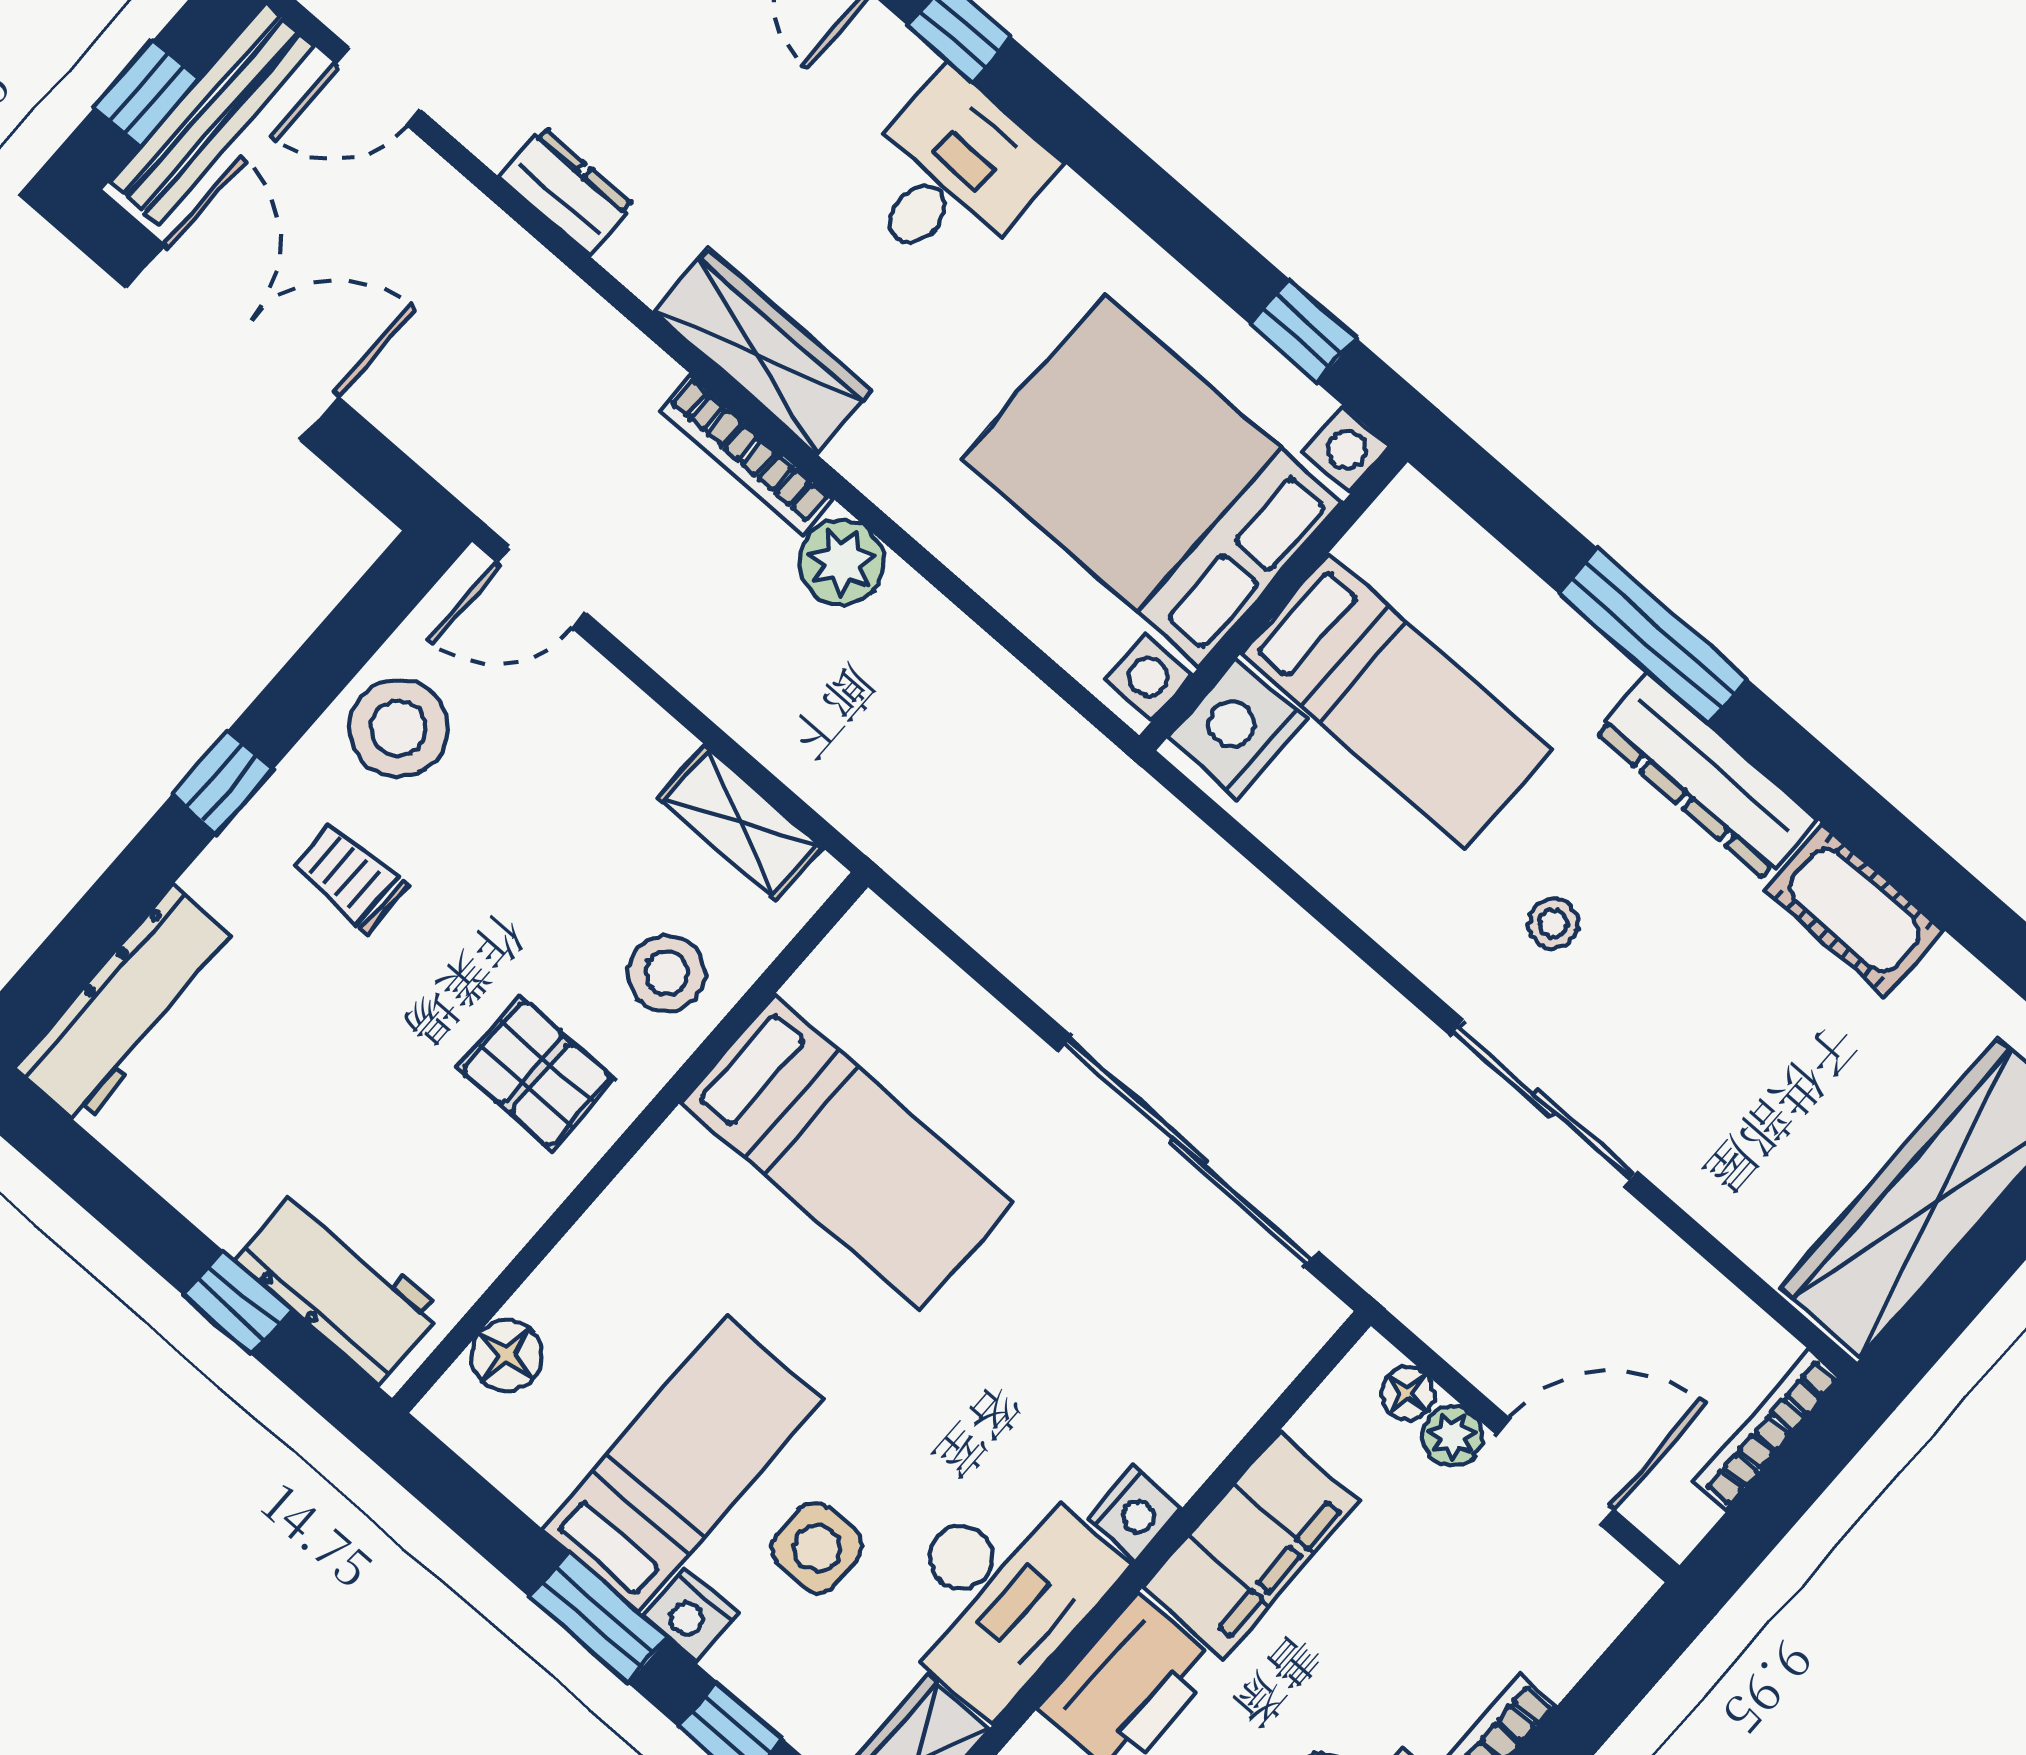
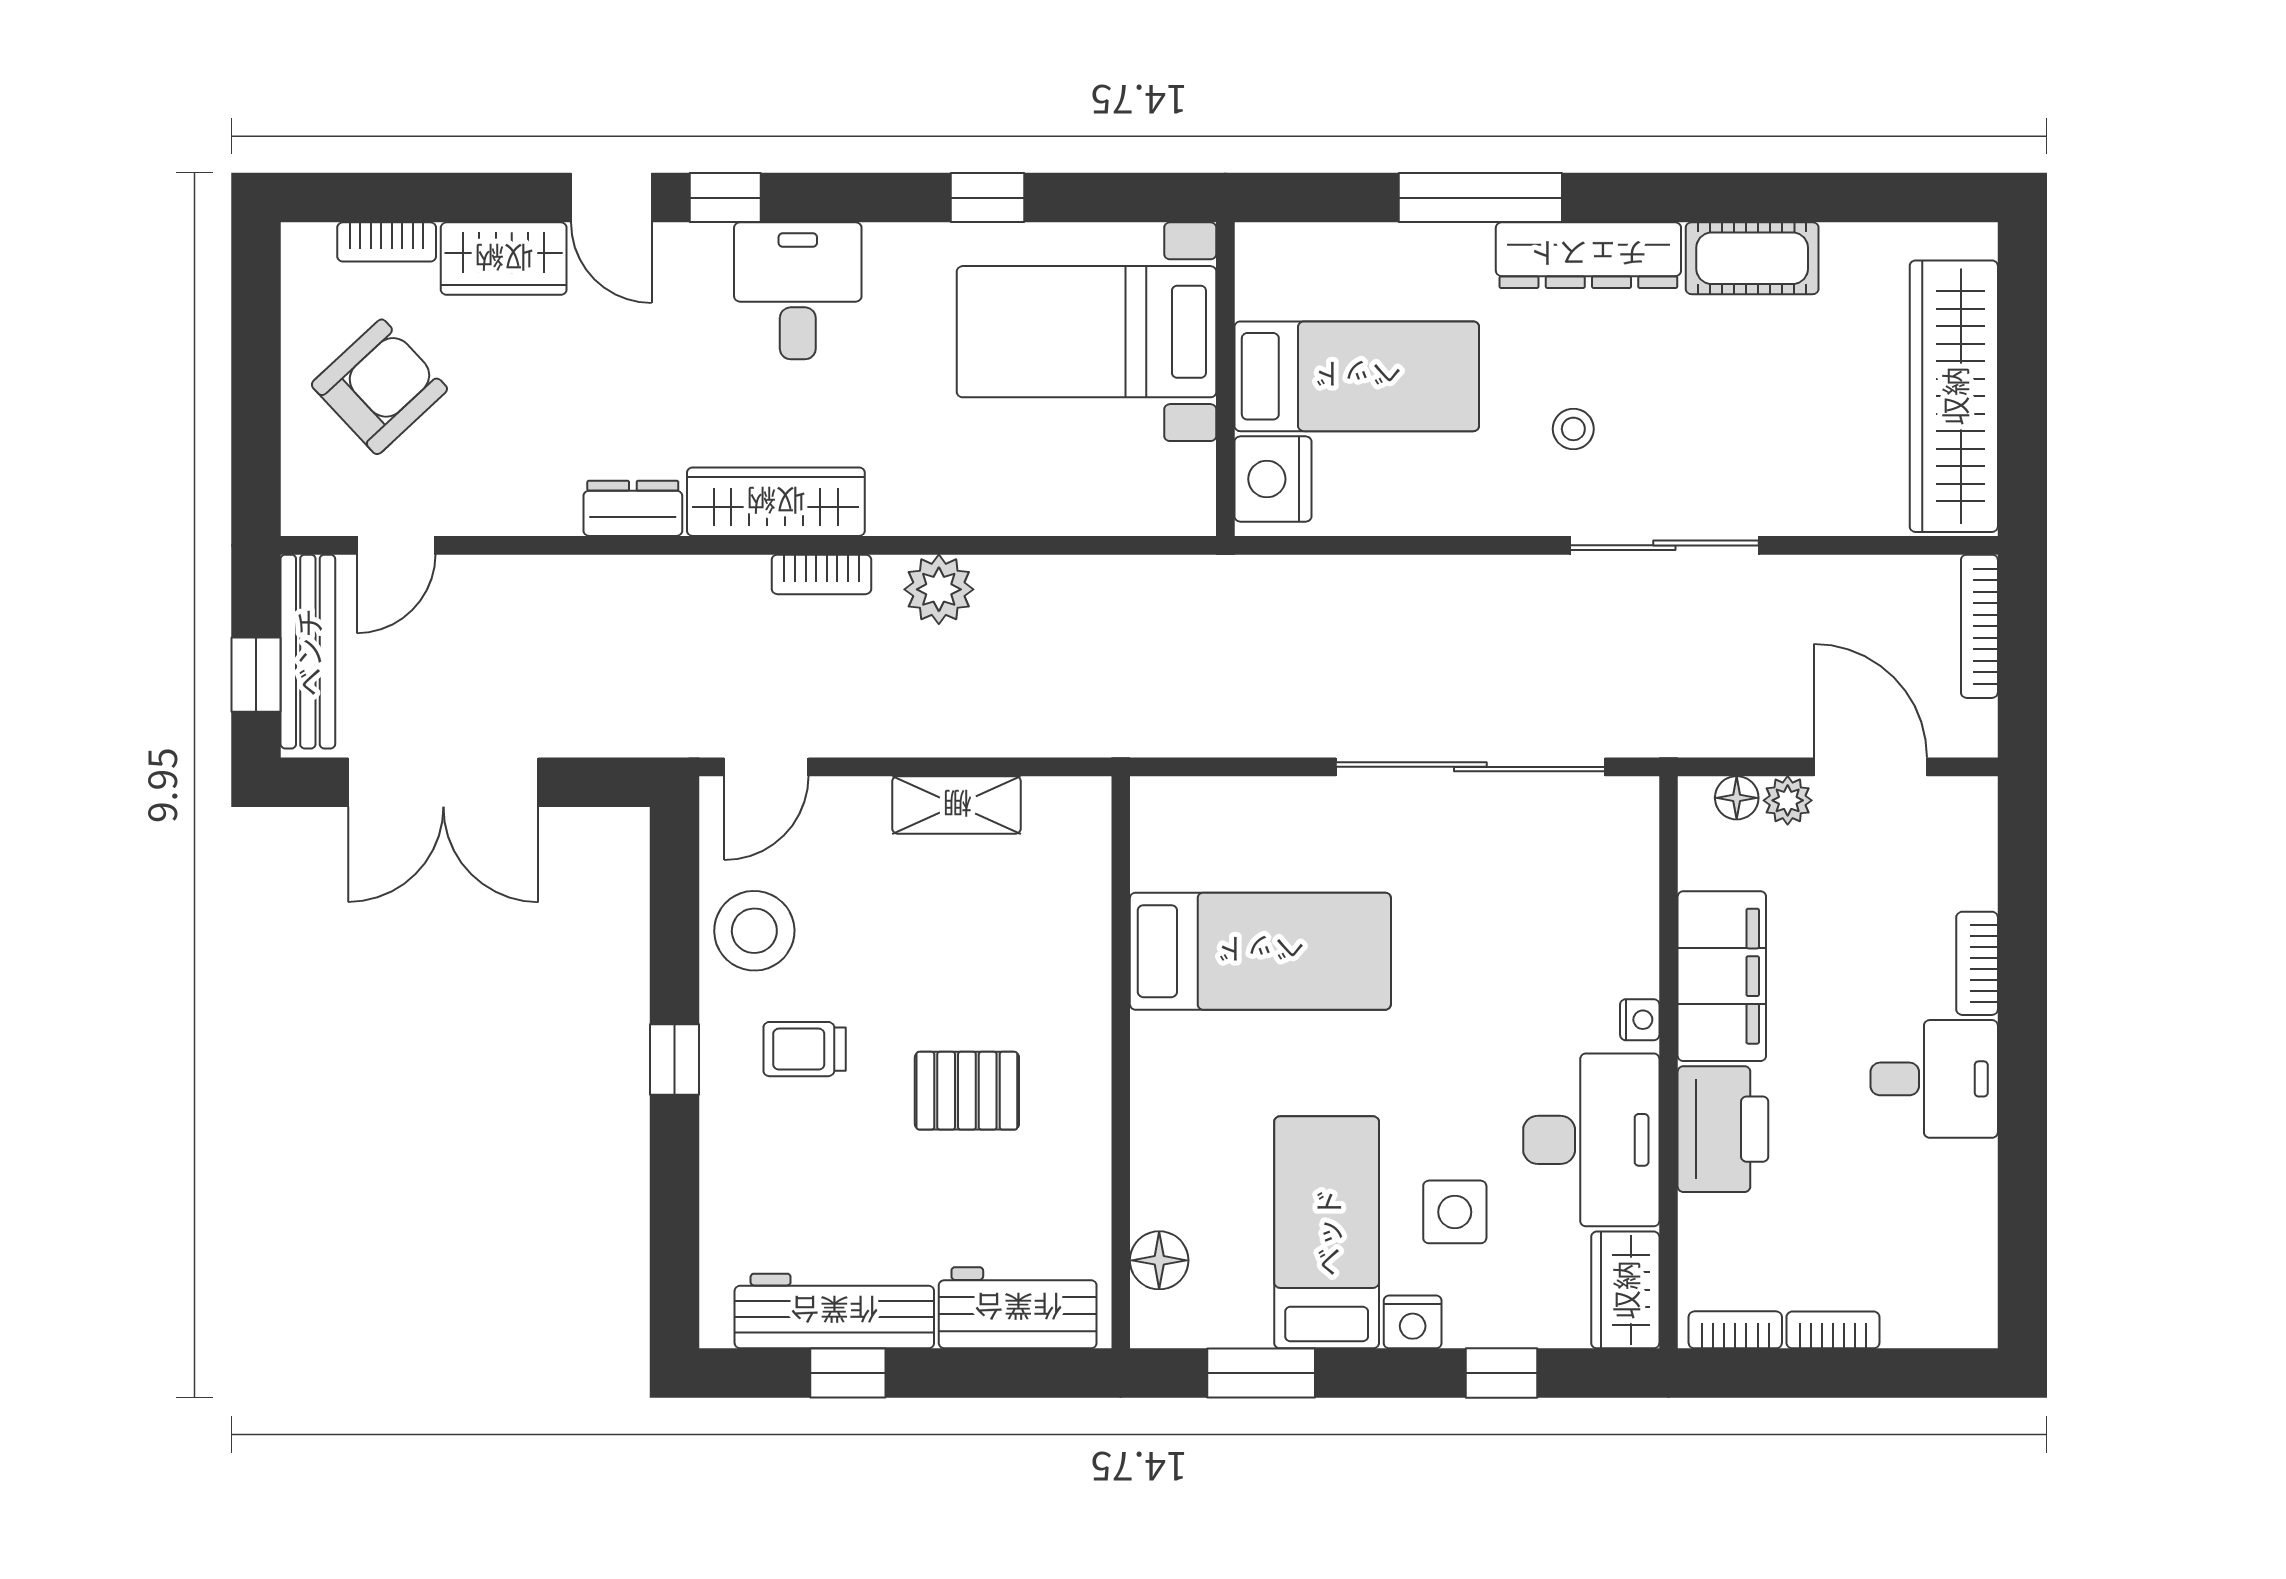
dresser: (566, 191) -> (633, 508), moved
window: (1303, 331) -> (987, 198), moved
double door: (232, 342) -> (443, 782), swing flipped
bookcase: (746, 454) -> (821, 574), width x0.64
bed with nightstands: (1152, 480) -> (1087, 332), width x0.73
shelving: (740, 823) -> (957, 805), moved
stool: (667, 973) -> (1052, 938), removed
workbench: (128, 1006) -> (834, 1311), moved, turned -90
pallet: (536, 1074) -> (967, 1091), moved
window: (237, 1302) -> (848, 1373), moved
door: (1555, 1472) -> (1870, 767), hinge flipped
nightstand: (1134, 1514) -> (1640, 1020), width x0.72, depth x0.74
window: (598, 1618) -> (1261, 1373), moved

